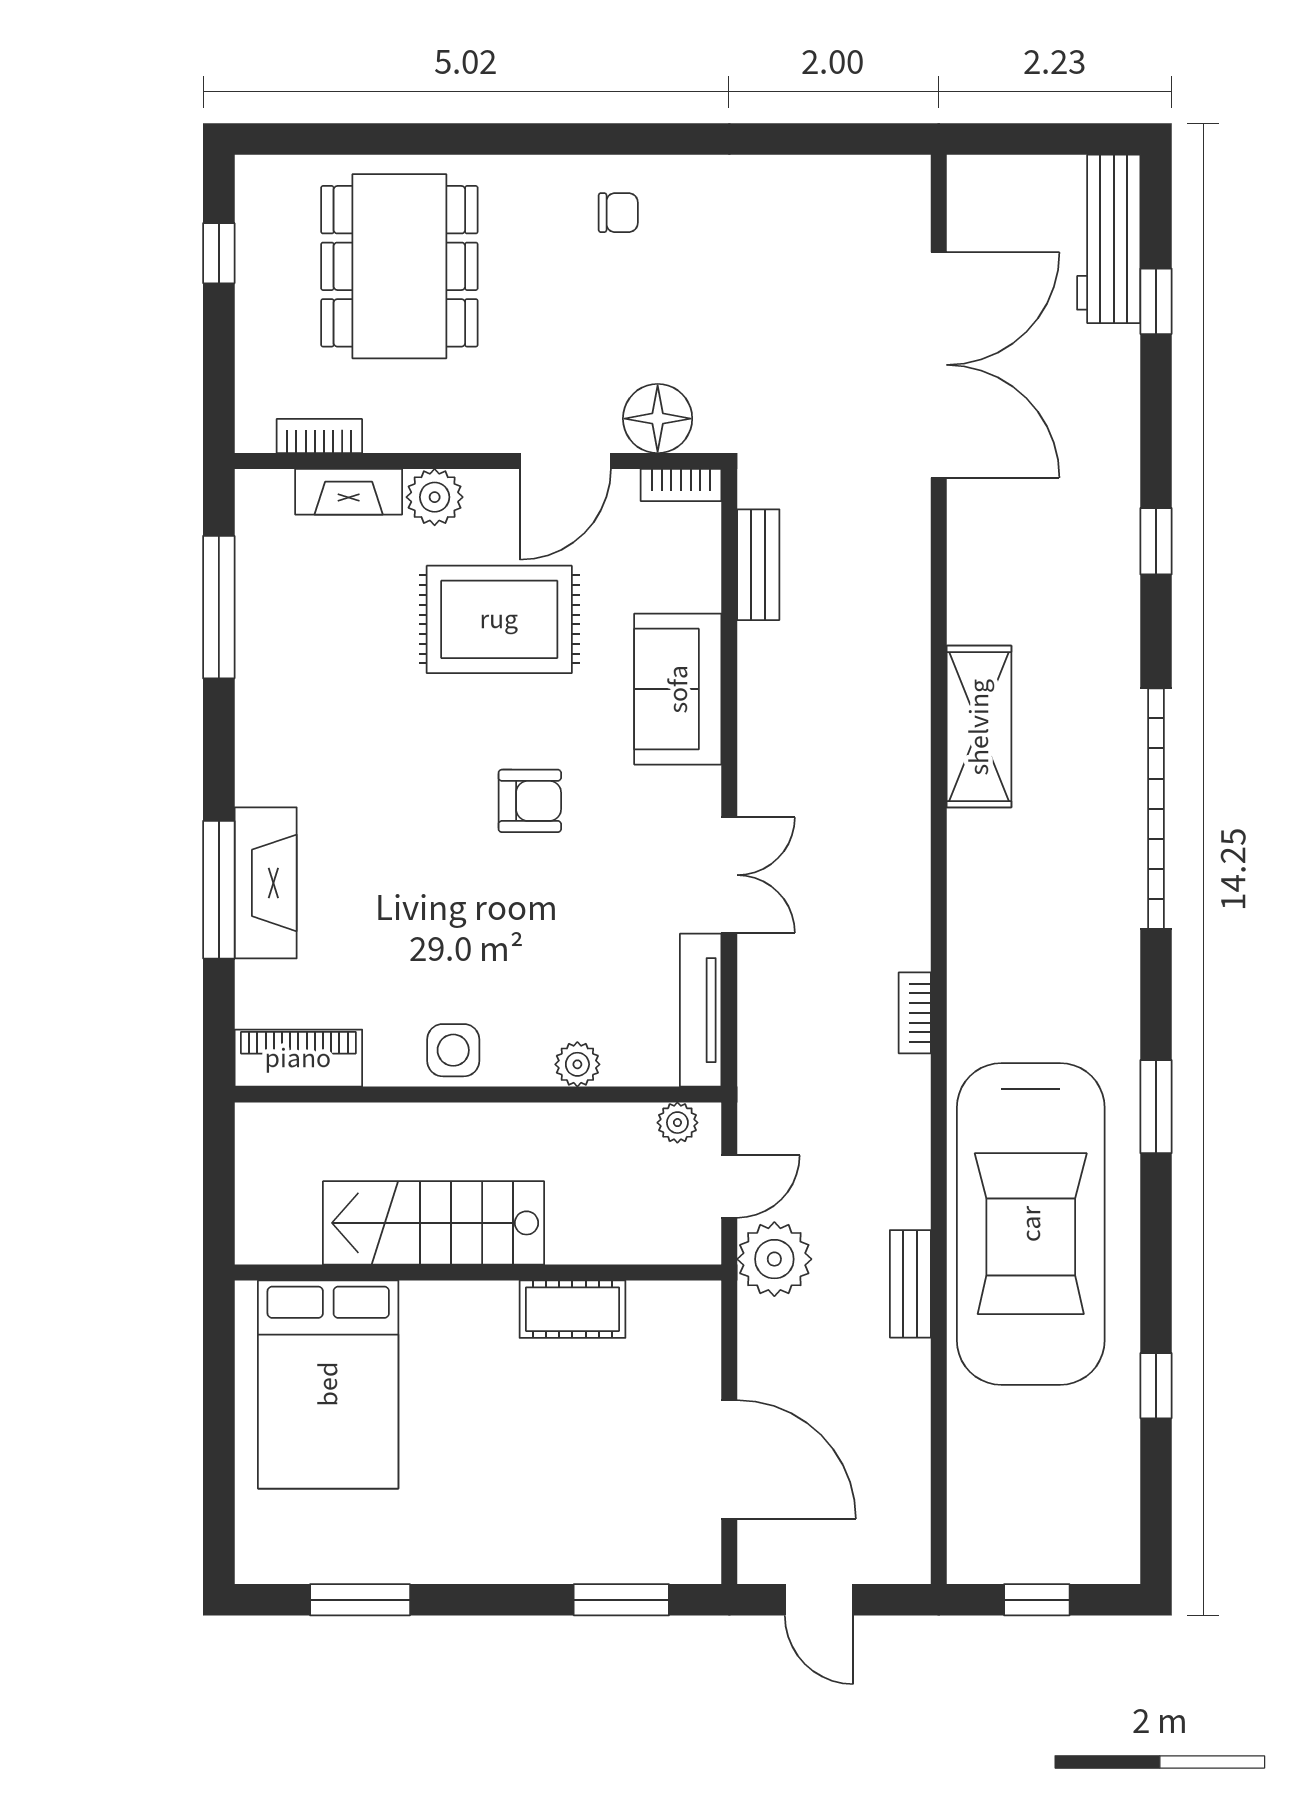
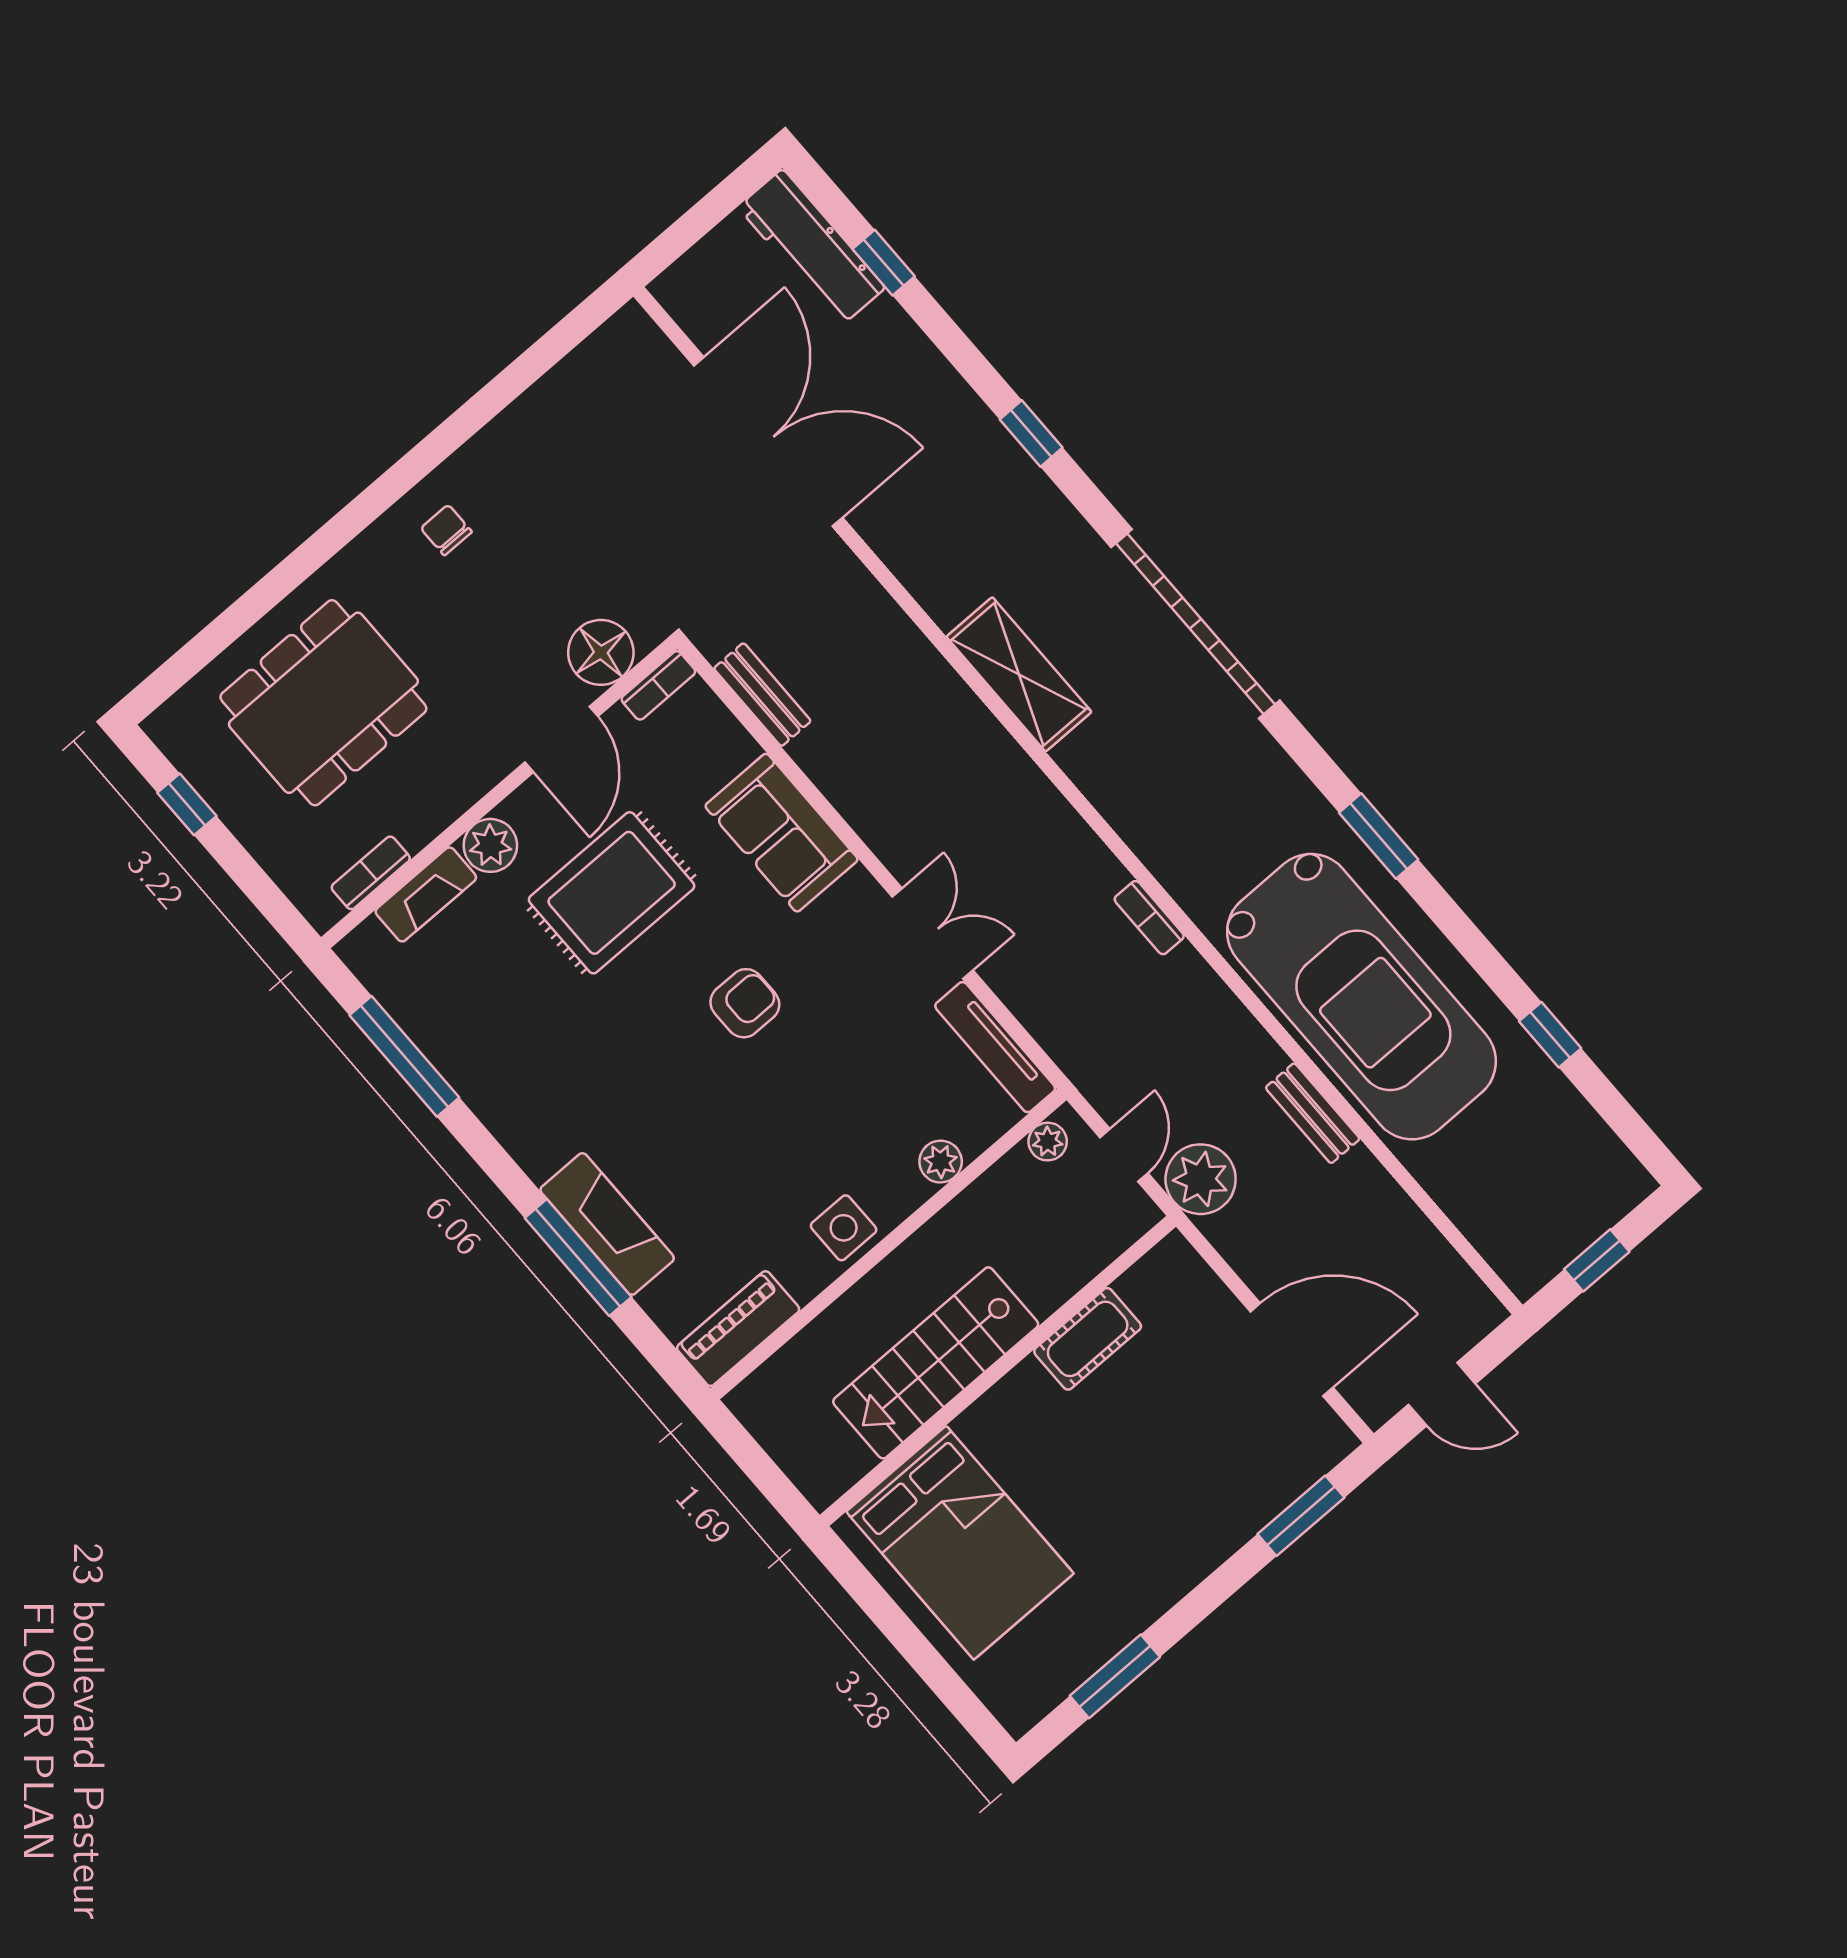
chair: (618, 213) -> (446, 530), turned -90
dining table: (399, 266) -> (323, 703), turned 90

